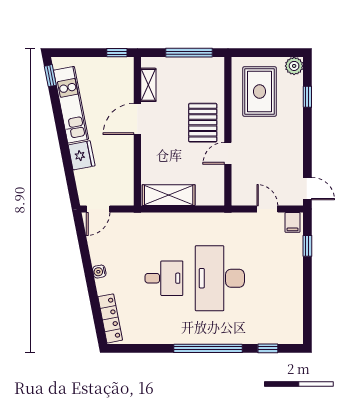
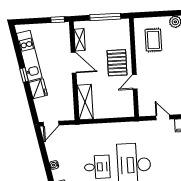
window: (50, 76) -> (24, 75), moved
rug: (260, 92) -> (153, 40), width x0.73, depth x0.70
door: (137, 119) -> (74, 63), swing flipped
shelving: (169, 195) -> (85, 102), moved, turned 90

